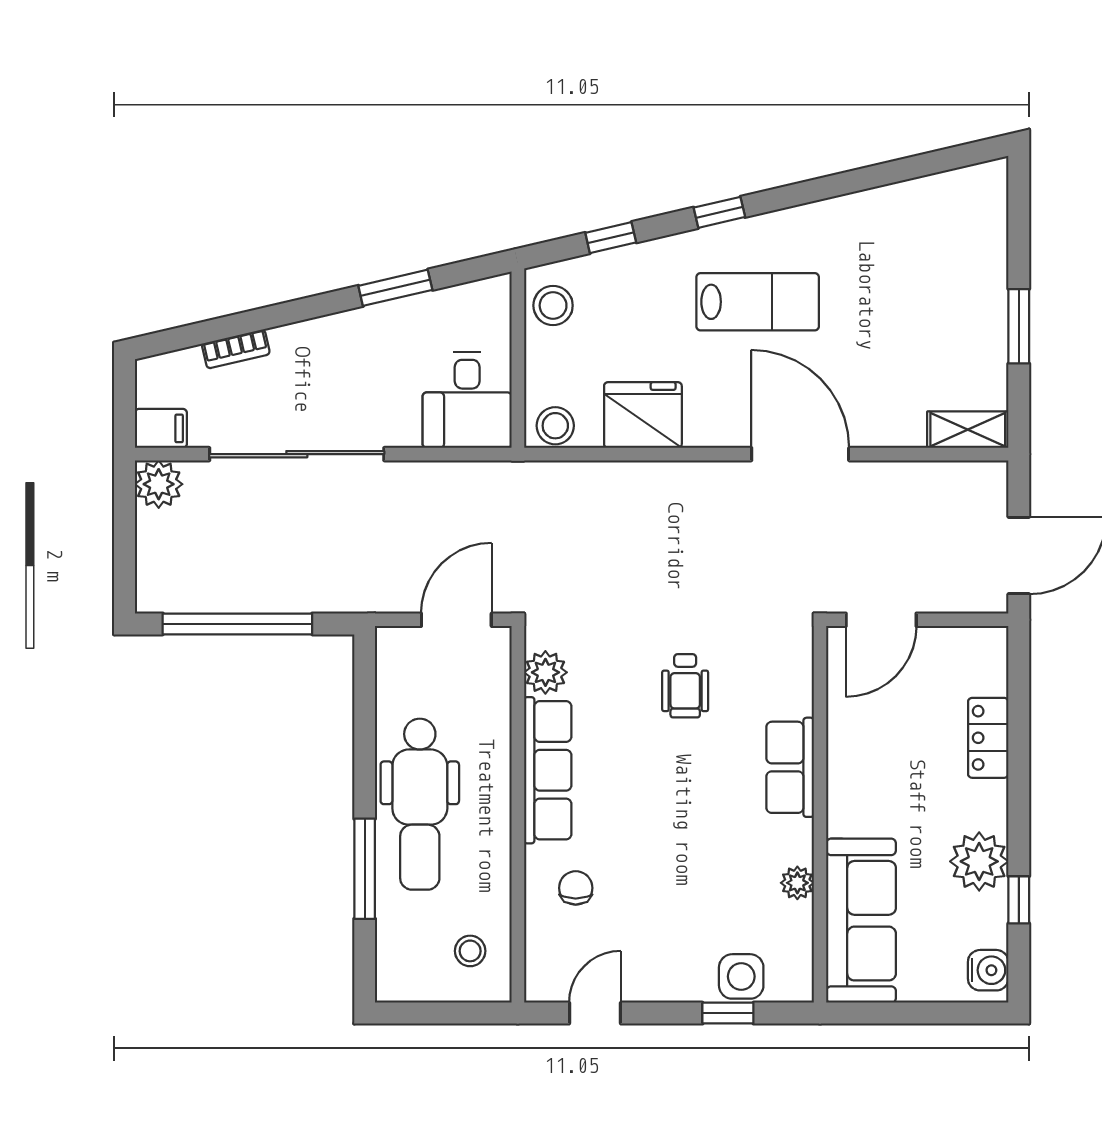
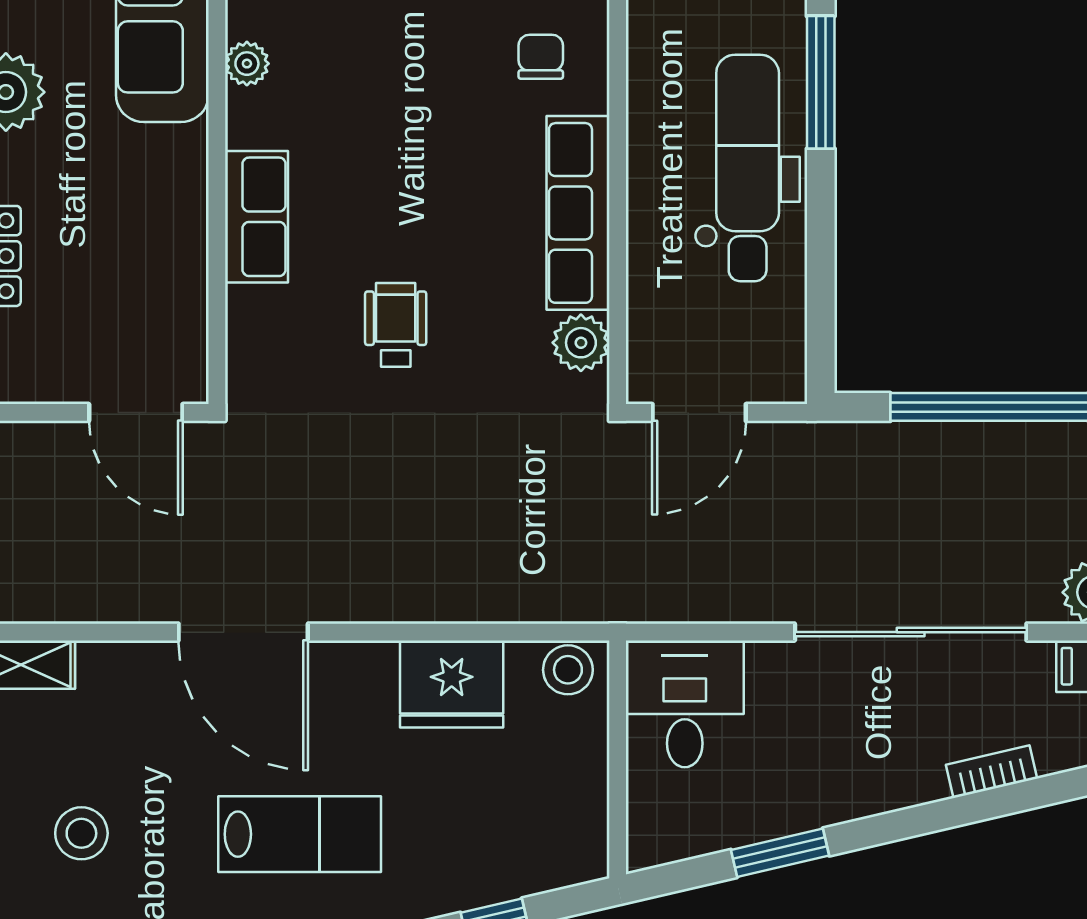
lab bench: (758, 302) -> (300, 834), turned 180
stool: (553, 305) -> (81, 833), moved
door: (881, 620) -> (136, 412), swing flipped
chair: (576, 888) -> (541, 57), turned 180

